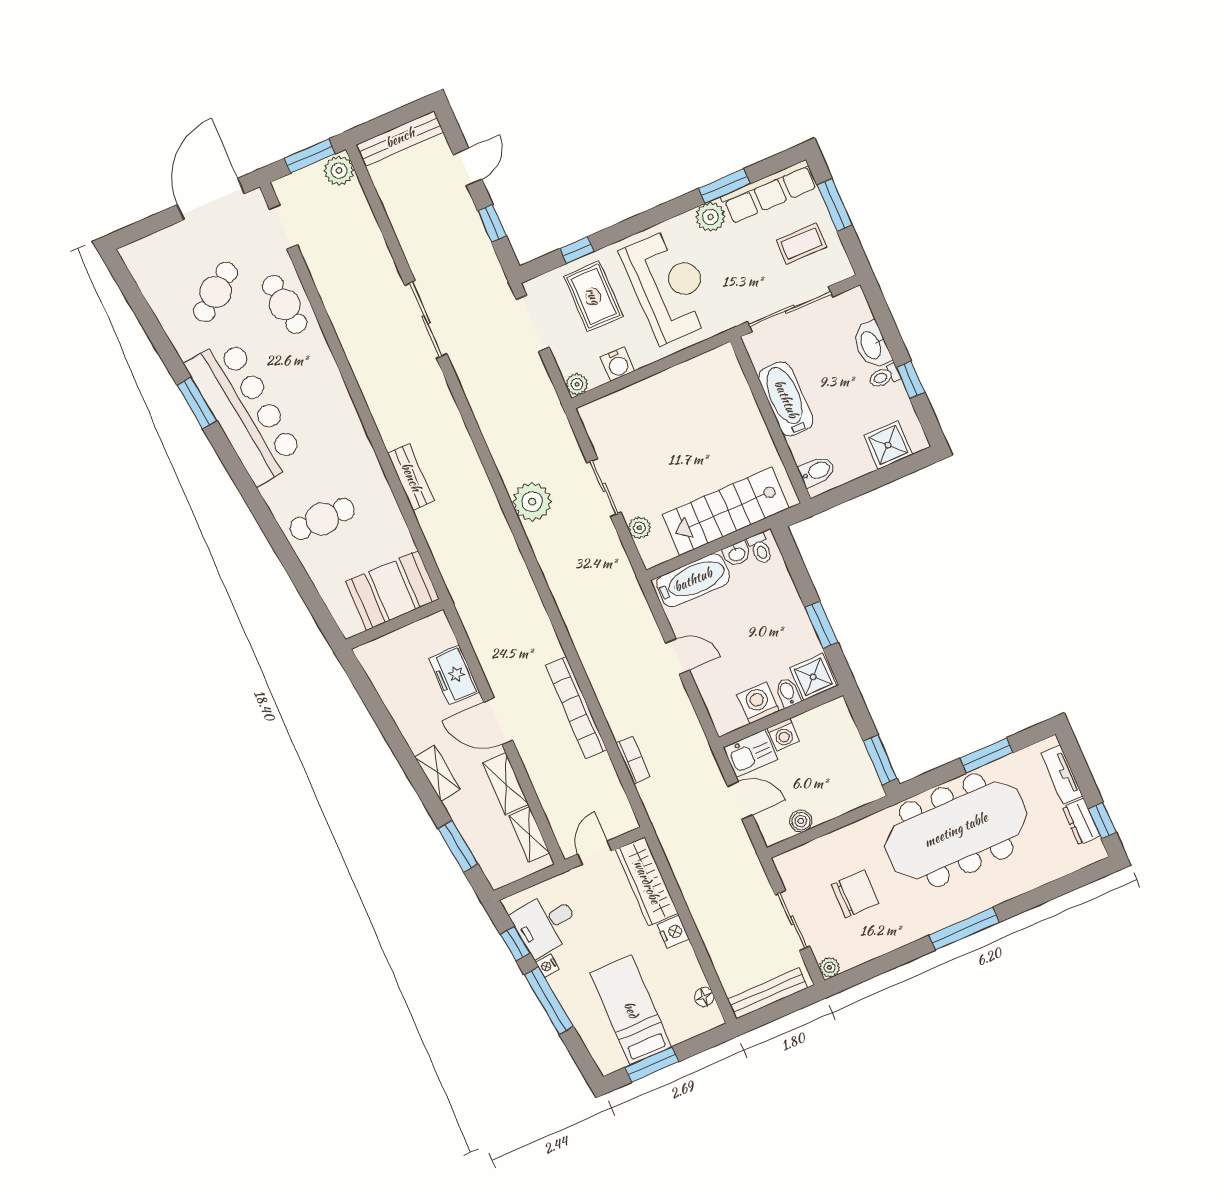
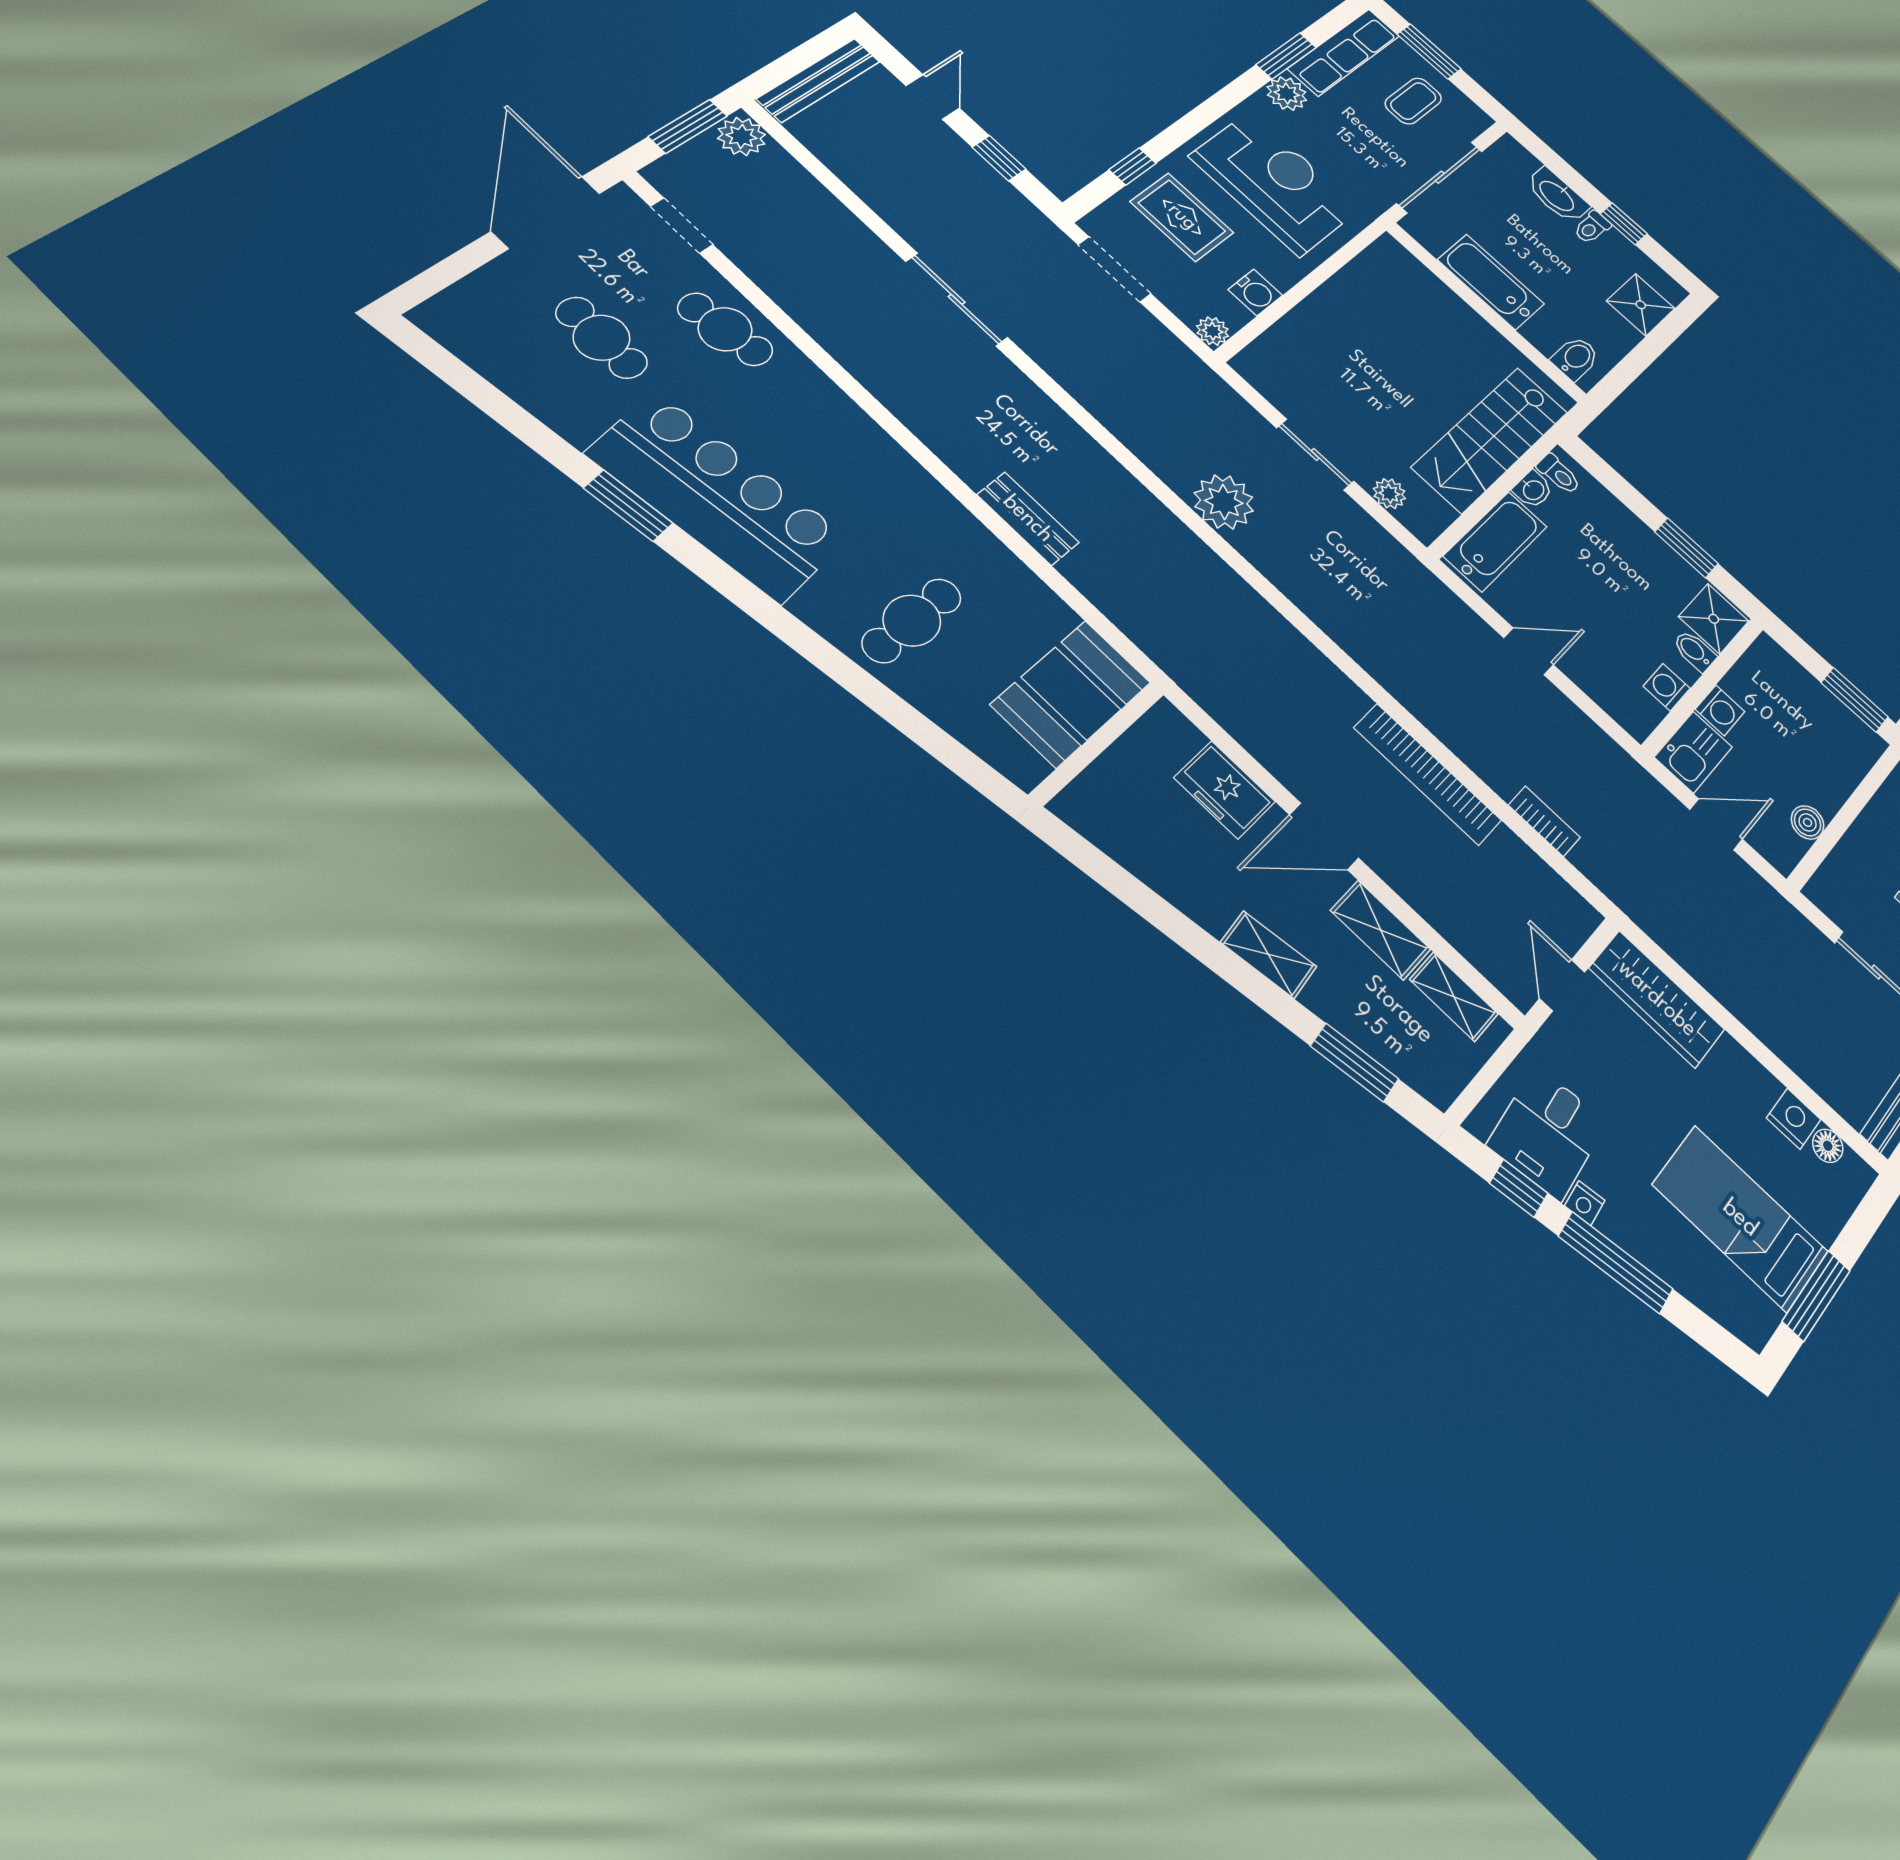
cafe table: (216, 292) -> (602, 338), turned -53
washing machine: (758, 703) -> (1667, 687), width x0.73, depth x0.73
nightstand: (673, 932) -> (1794, 1119), moved

